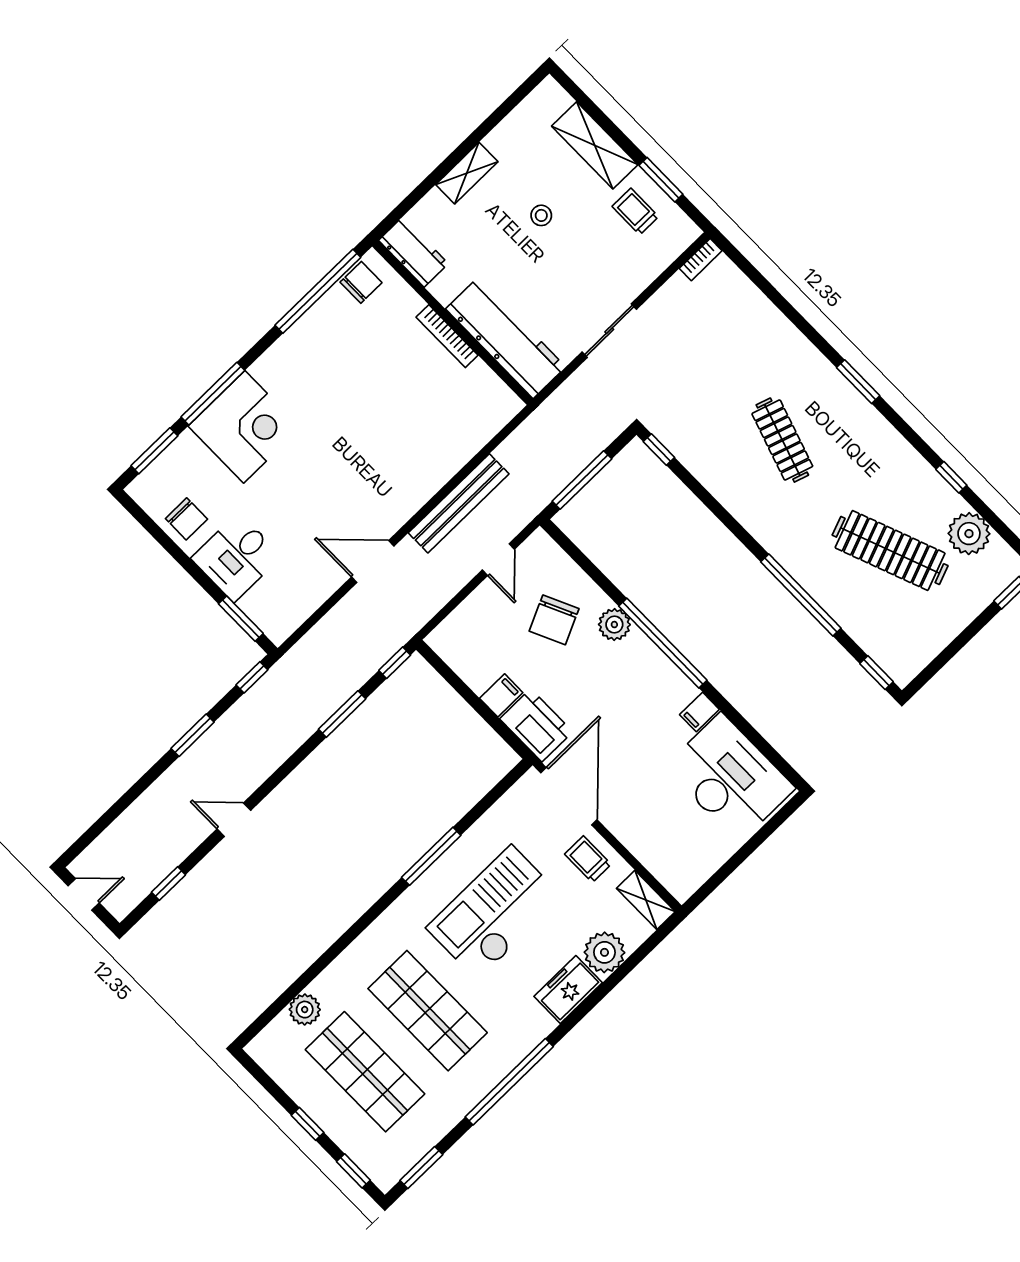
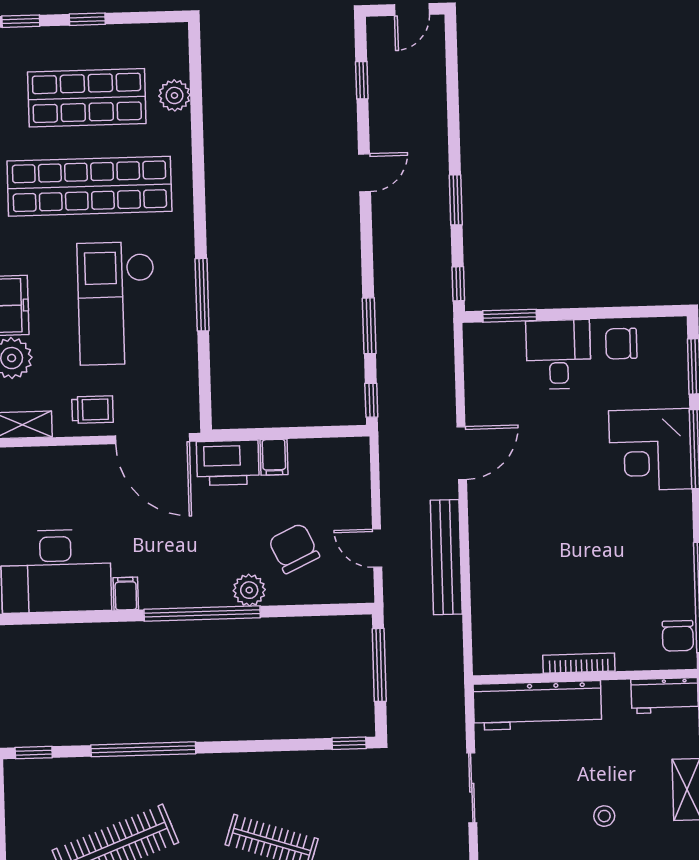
checkout: (494, 913) -> (117, 303), turned 180
shop shelf: (428, 1011) -> (89, 186), width x1.40

